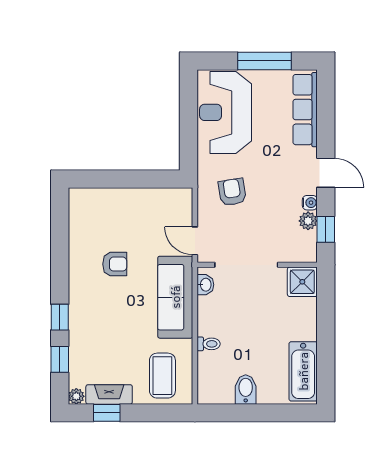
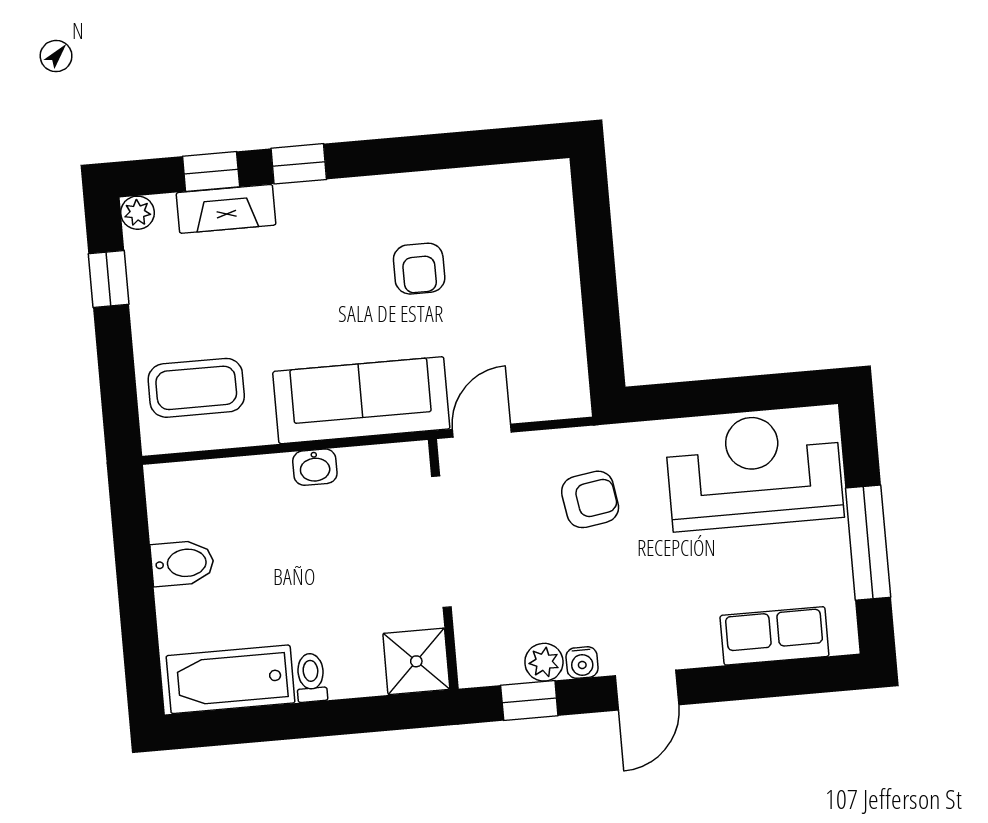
row of seats: (305, 110) -> (774, 636), width x0.68
washbasin: (205, 285) -> (315, 467), moved
toilet: (209, 344) -> (311, 678), moved, turned 180
fireplace: (109, 394) -> (226, 209), moved, turned 90

